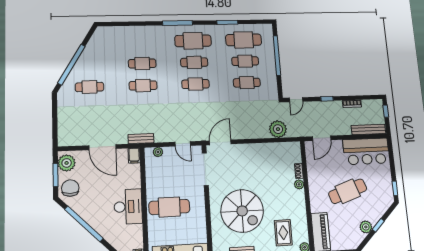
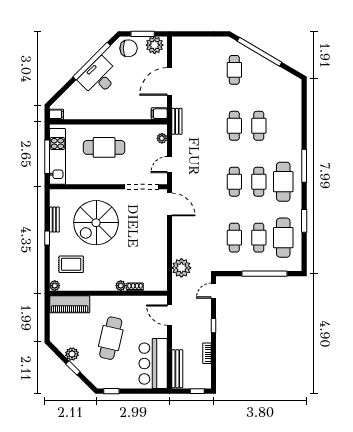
door: (296, 100) -> (214, 291), hinge flipped
cafe table: (348, 191) -> (111, 338), turned 32
desk: (128, 207) -> (99, 77), moved, turned 135
cafe table: (169, 207) -> (104, 147), turned 90

